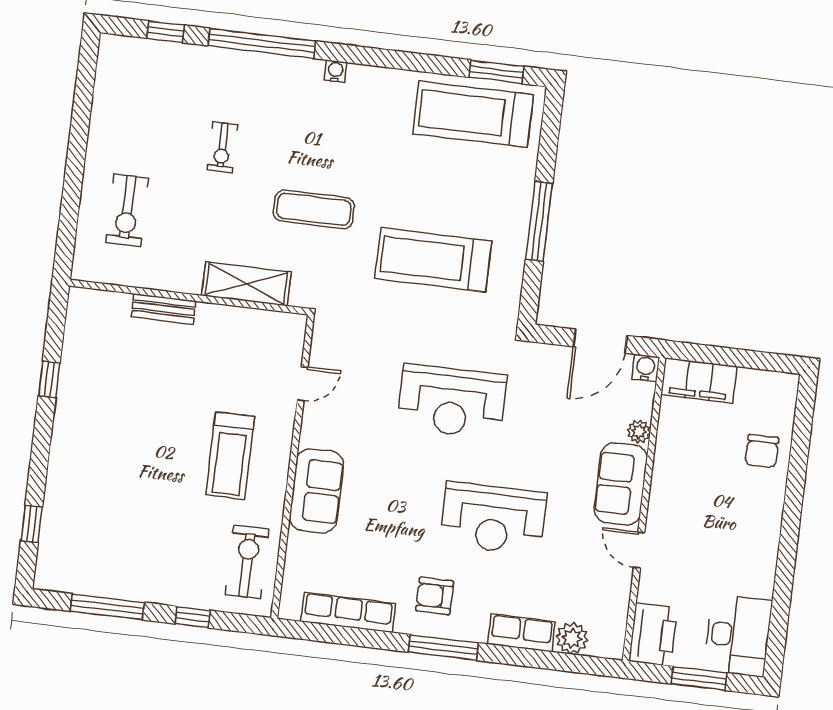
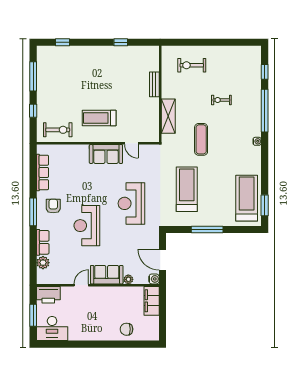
sofa: (316, 491) -> (106, 154), moved

